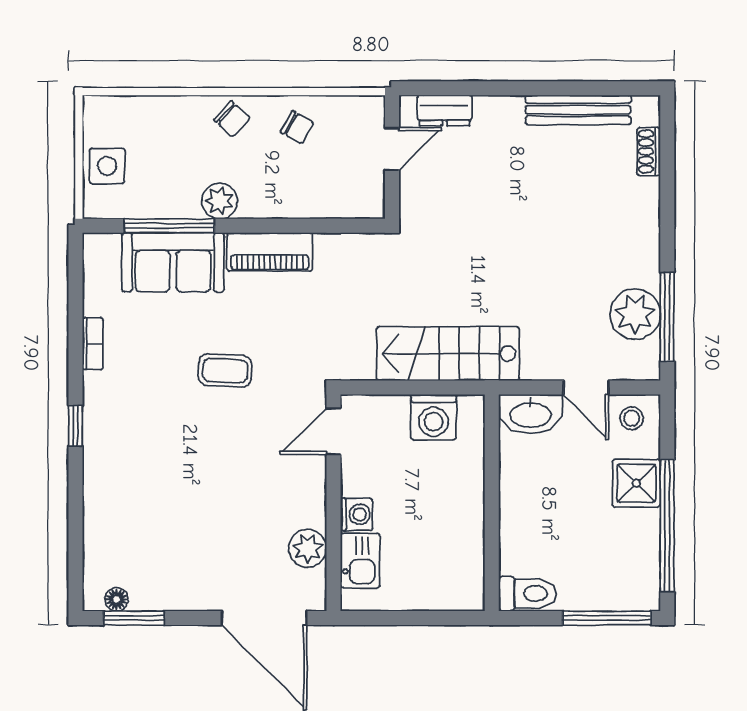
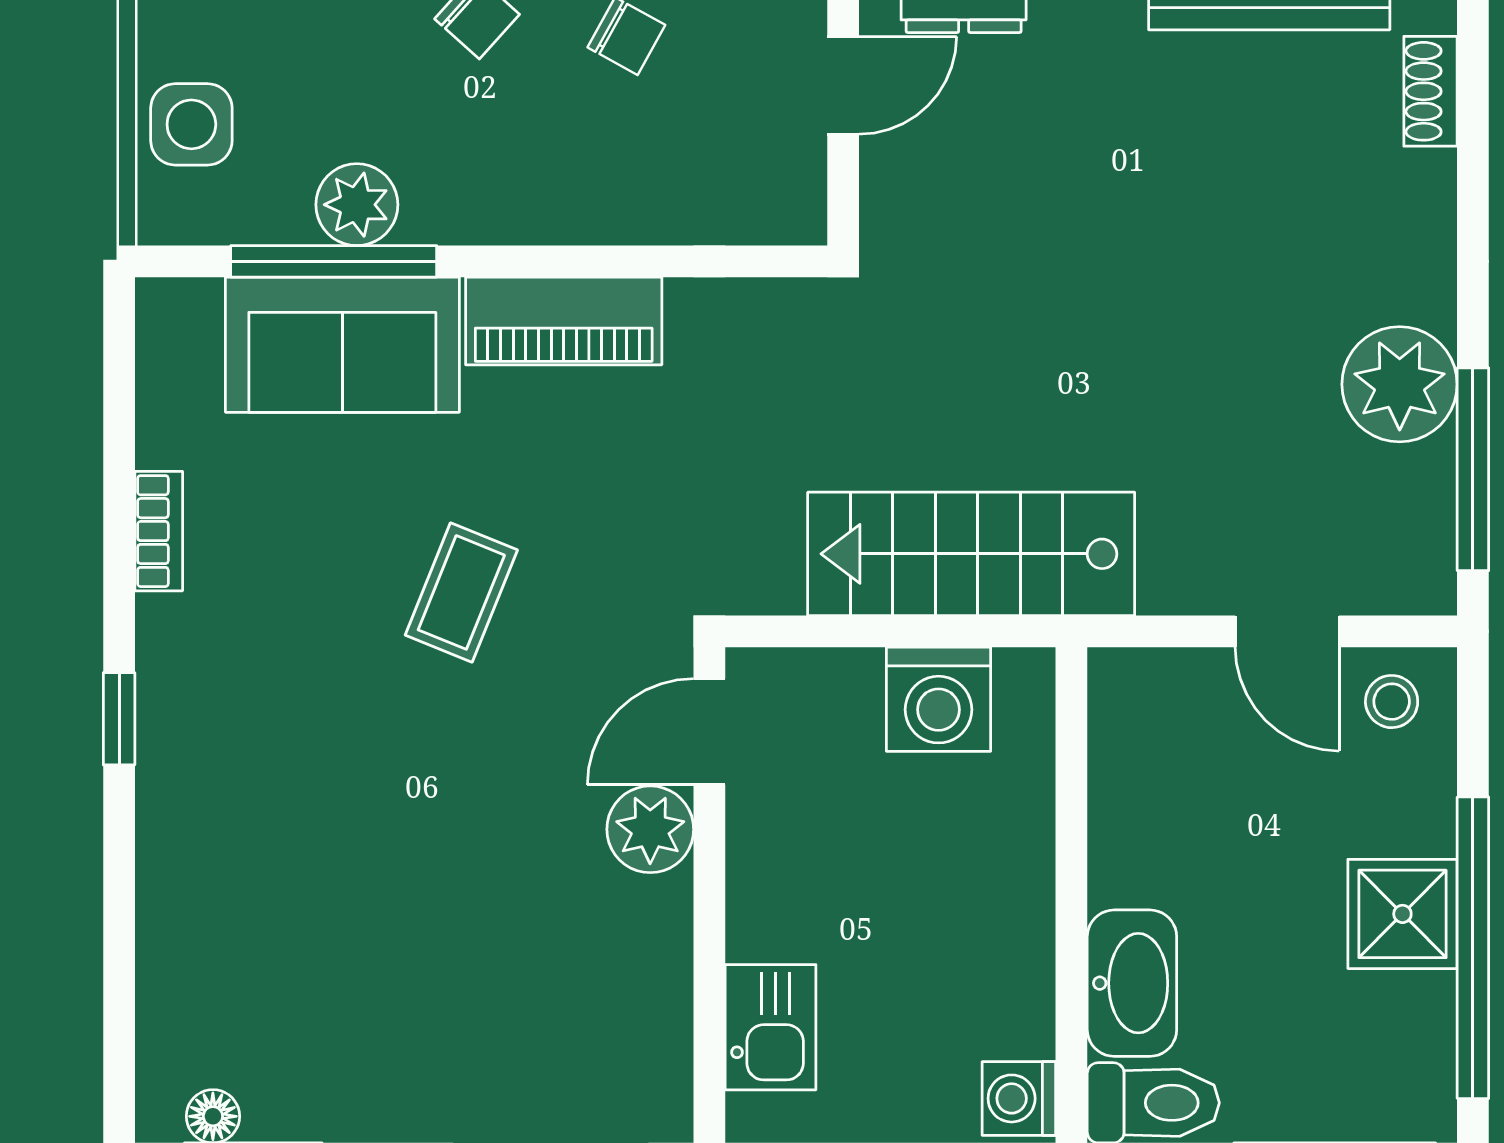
plant: (220, 201) -> (357, 205), moved
plant: (635, 314) -> (1400, 384), moved
coffee table: (225, 371) -> (461, 592), turned -71
washbasin: (531, 414) -> (1132, 983), moved, turned -90
shower: (636, 483) -> (1402, 914), moved
washing machine: (356, 514) -> (1019, 1098), moved, turned 180
plant: (308, 548) -> (650, 829), moved

